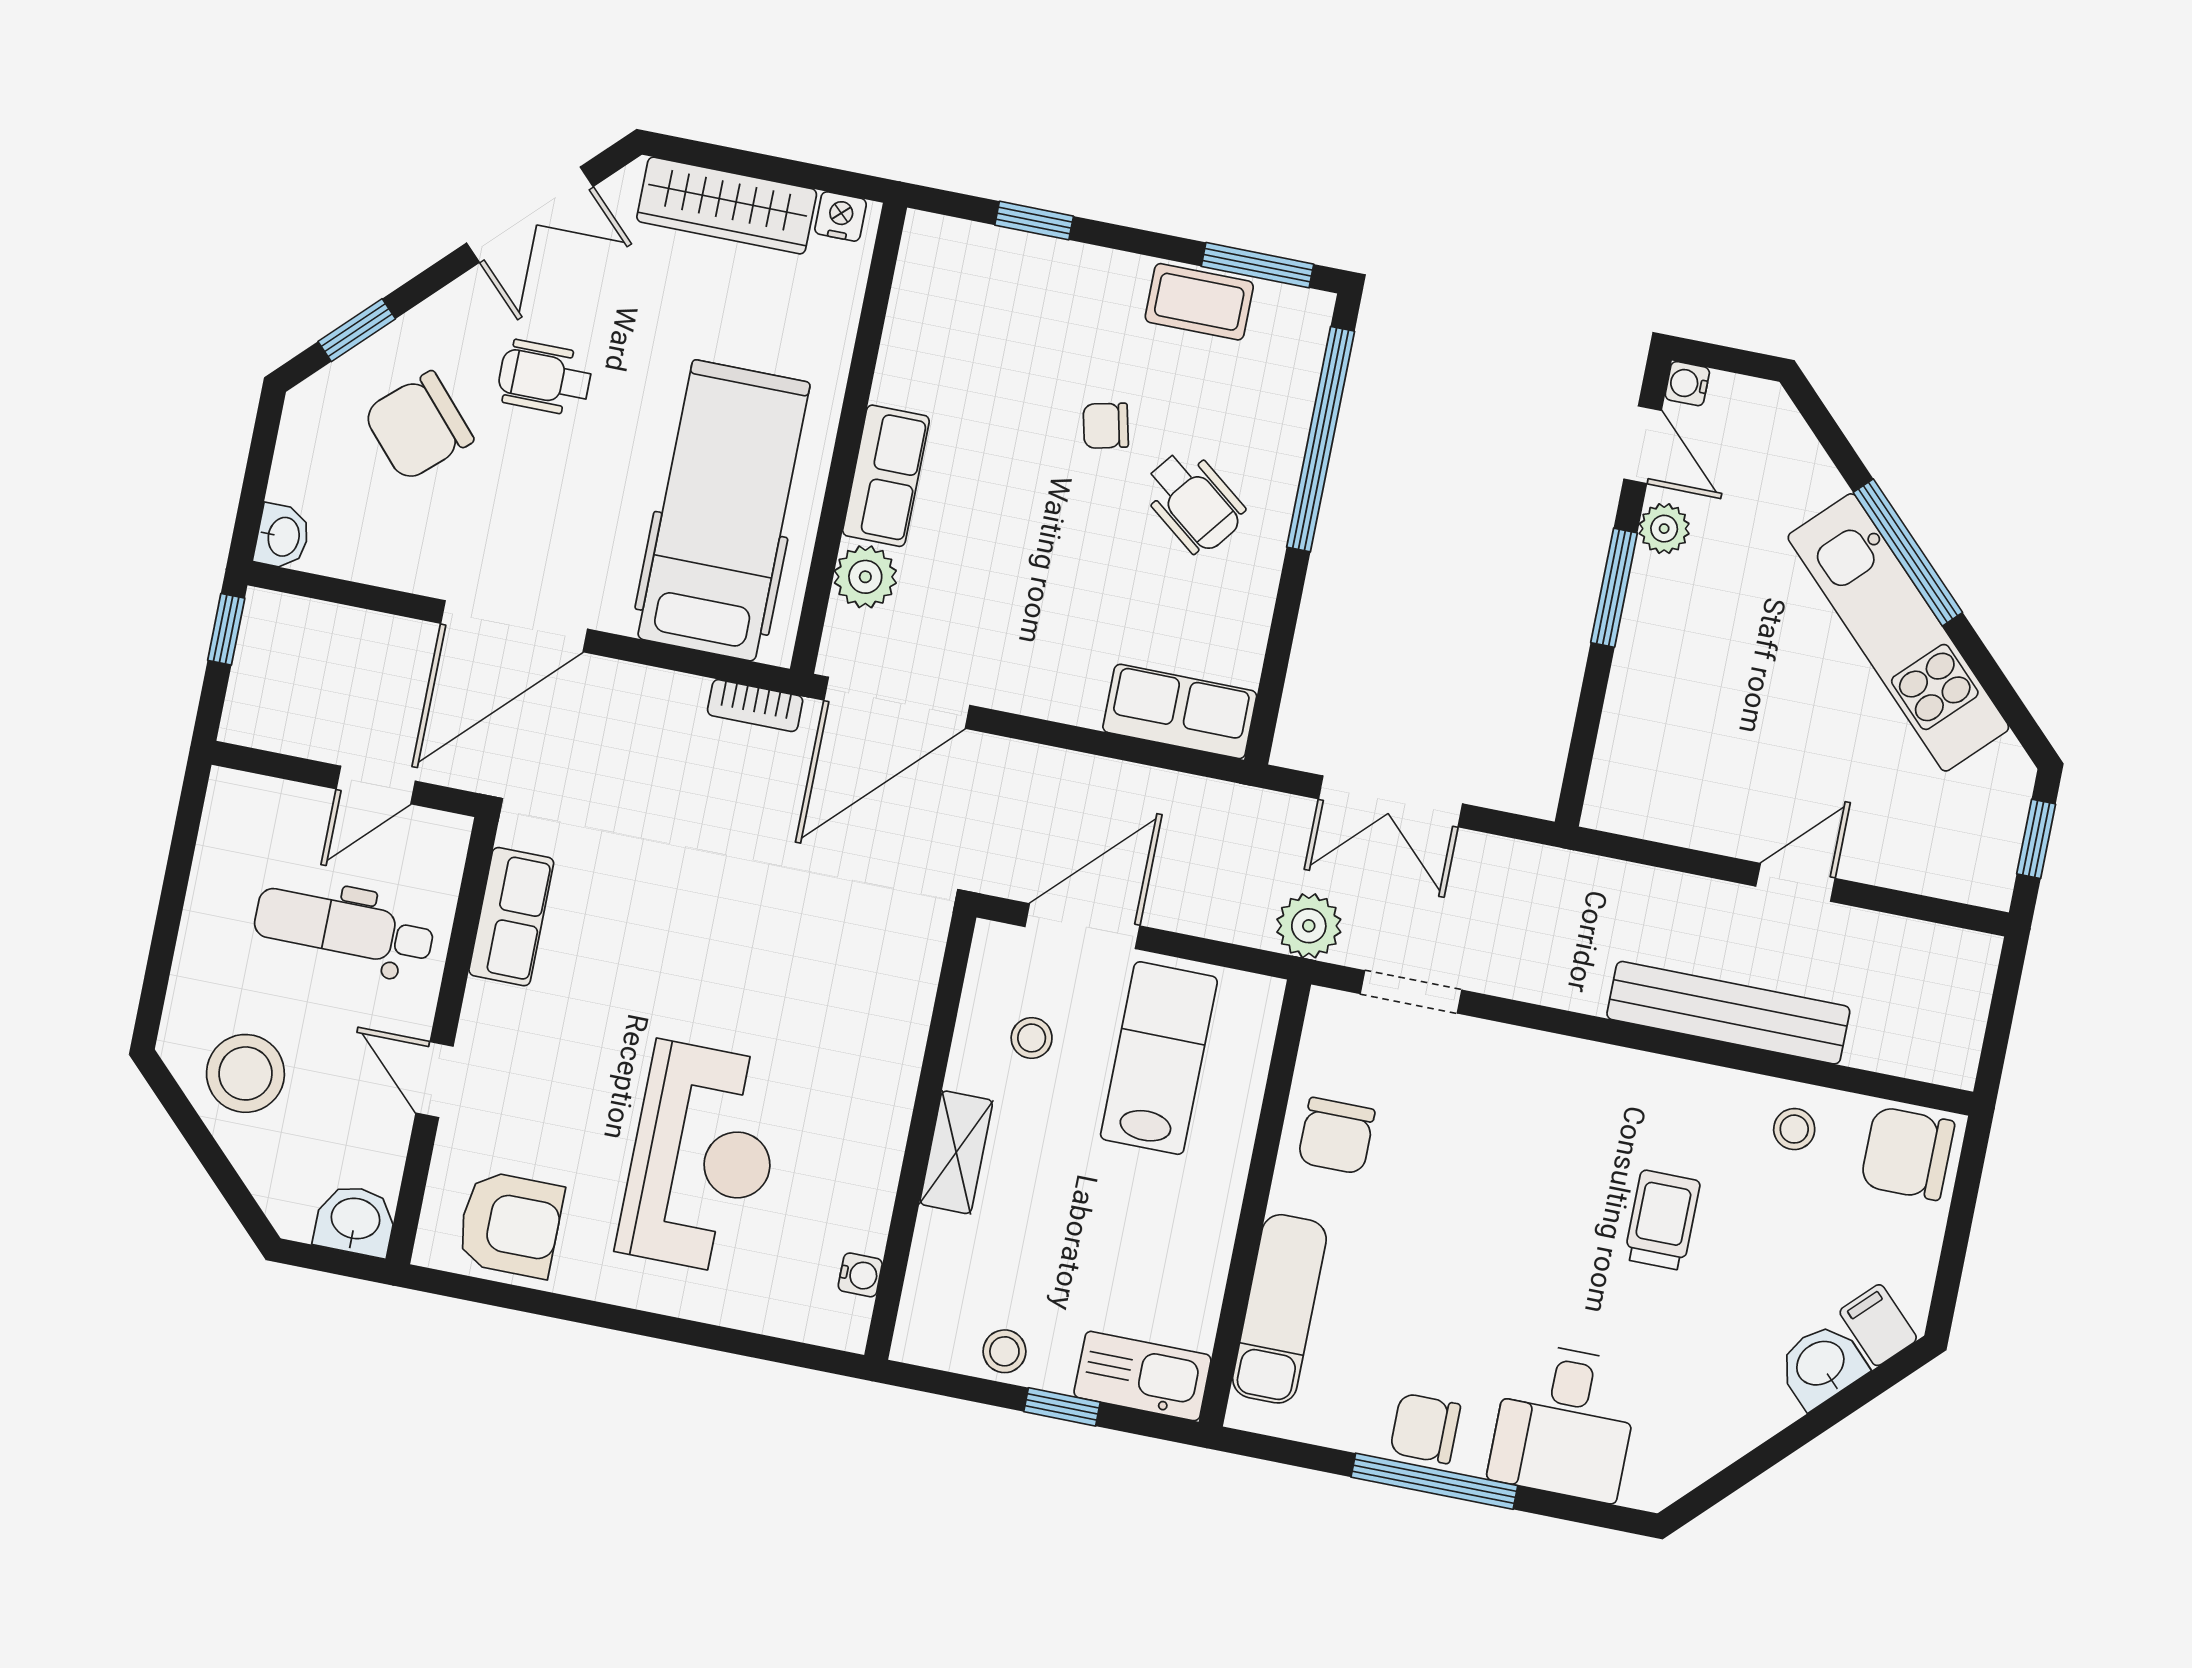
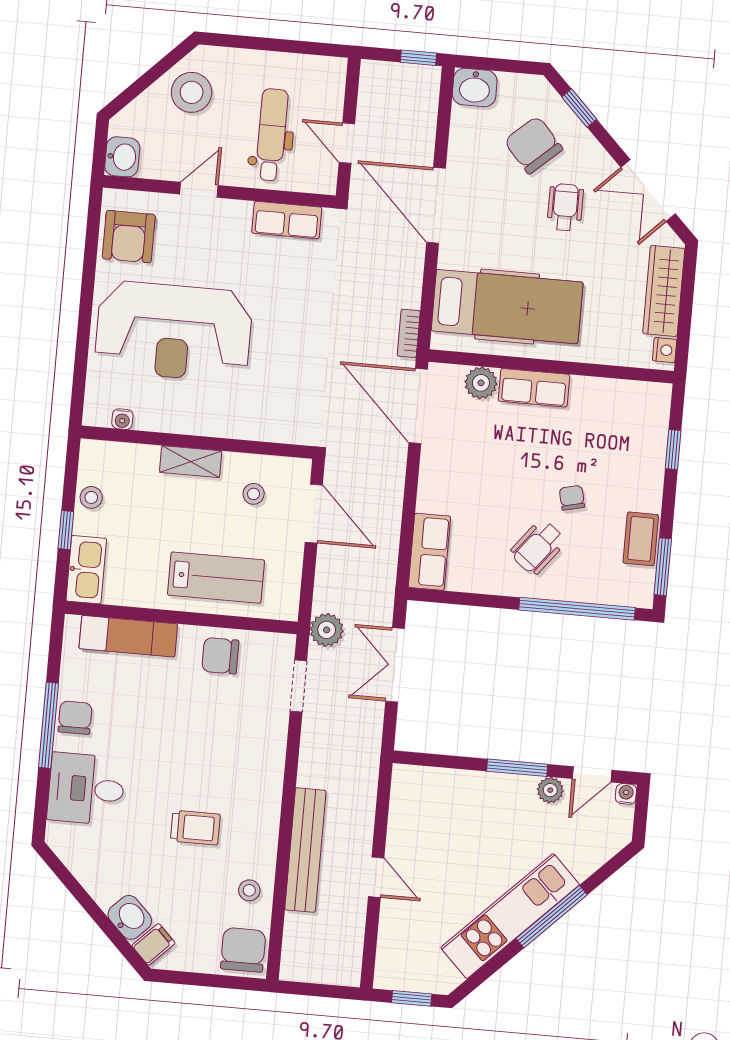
washbasin: (282, 536) -> (475, 87), width x1.38, depth x1.45
lab bench: (1159, 1058) -> (216, 578), moved
reception desk: (702, 1158) -> (174, 331), width x1.36, depth x1.30

